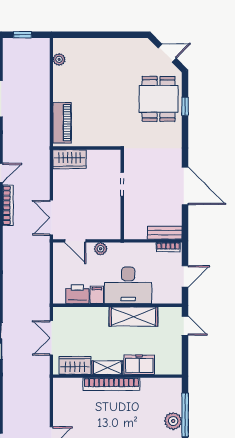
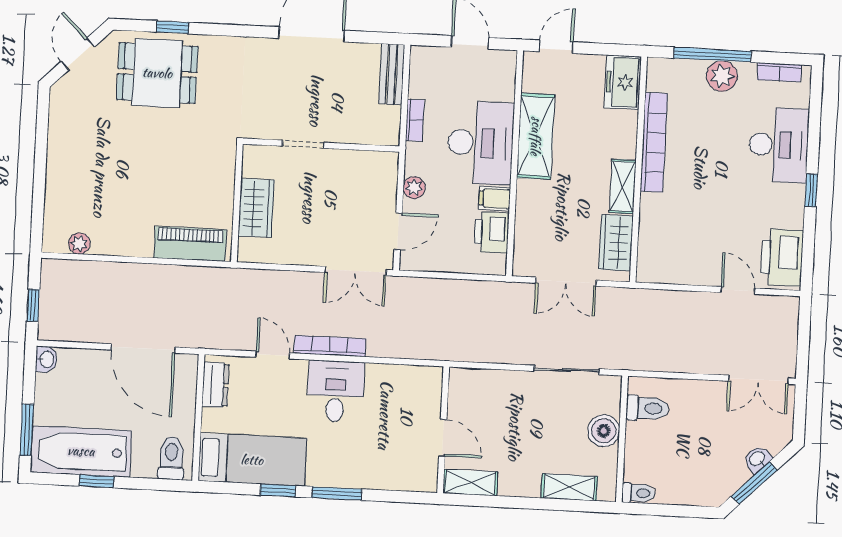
wardrobe: (69, 159) -> (256, 208), moved
bookcase: (168, 247) -> (415, 120), moved
freezer: (139, 365) -> (623, 82), moved
bookcase: (111, 384) -> (654, 142), moved

